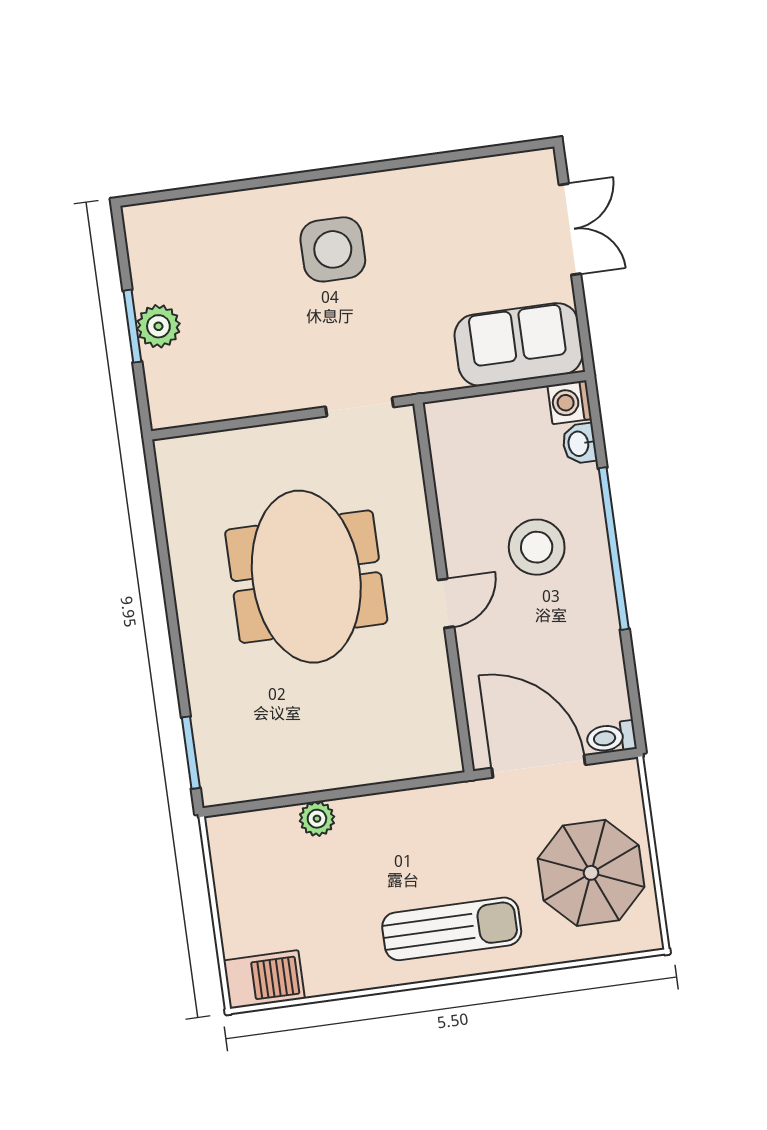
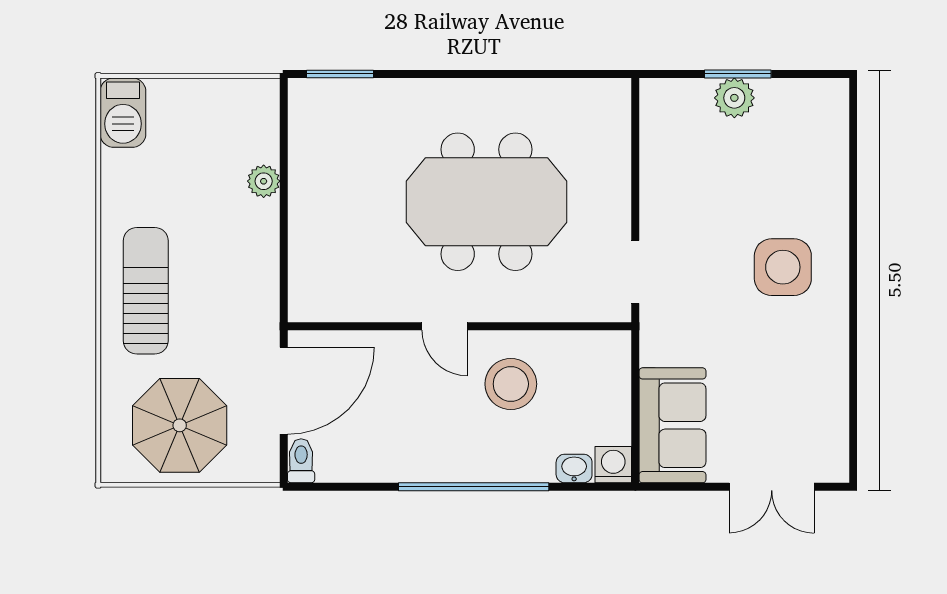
stool: (537, 547) -> (511, 384), moved
sun lounger: (452, 929) -> (146, 291), turned 180

